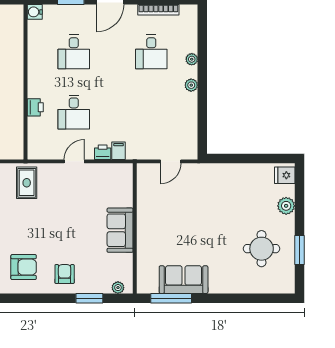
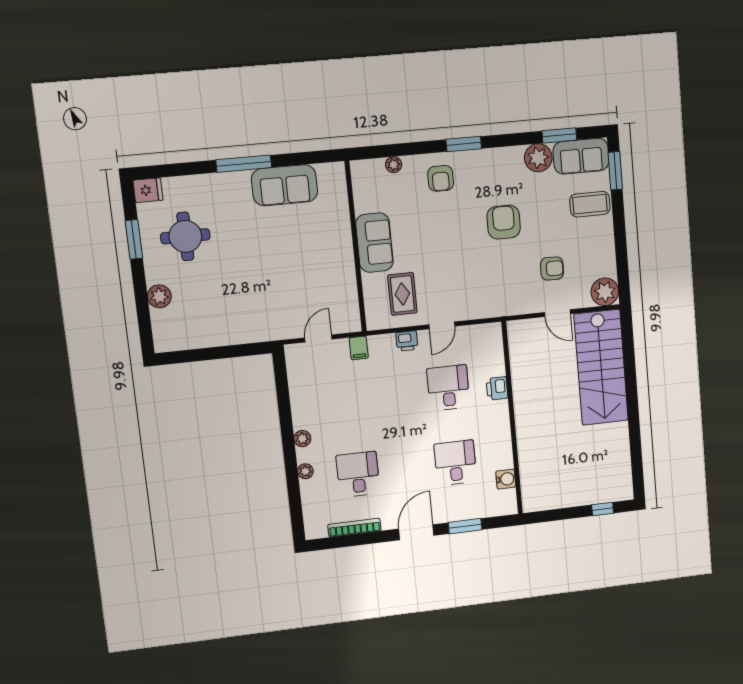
water cooler: (35, 12) -> (506, 479), moved
filing cabinet: (119, 151) -> (359, 348), moved
fridge: (285, 175) -> (148, 190), moved
rug: (27, 183) -> (402, 294), moved
armchair: (24, 267) -> (504, 222), moved, turned 90
plant: (118, 288) -> (394, 165), moved
window: (89, 298) -> (464, 144), moved
window: (171, 298) -> (244, 164), moved

